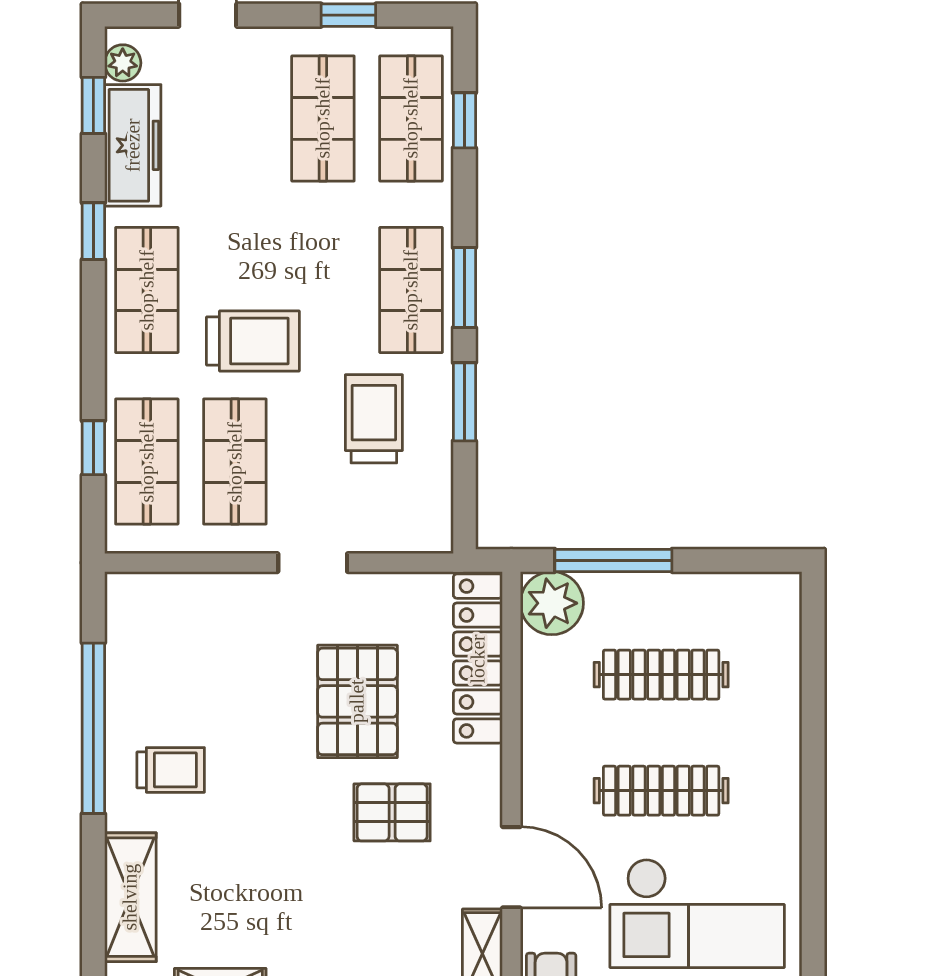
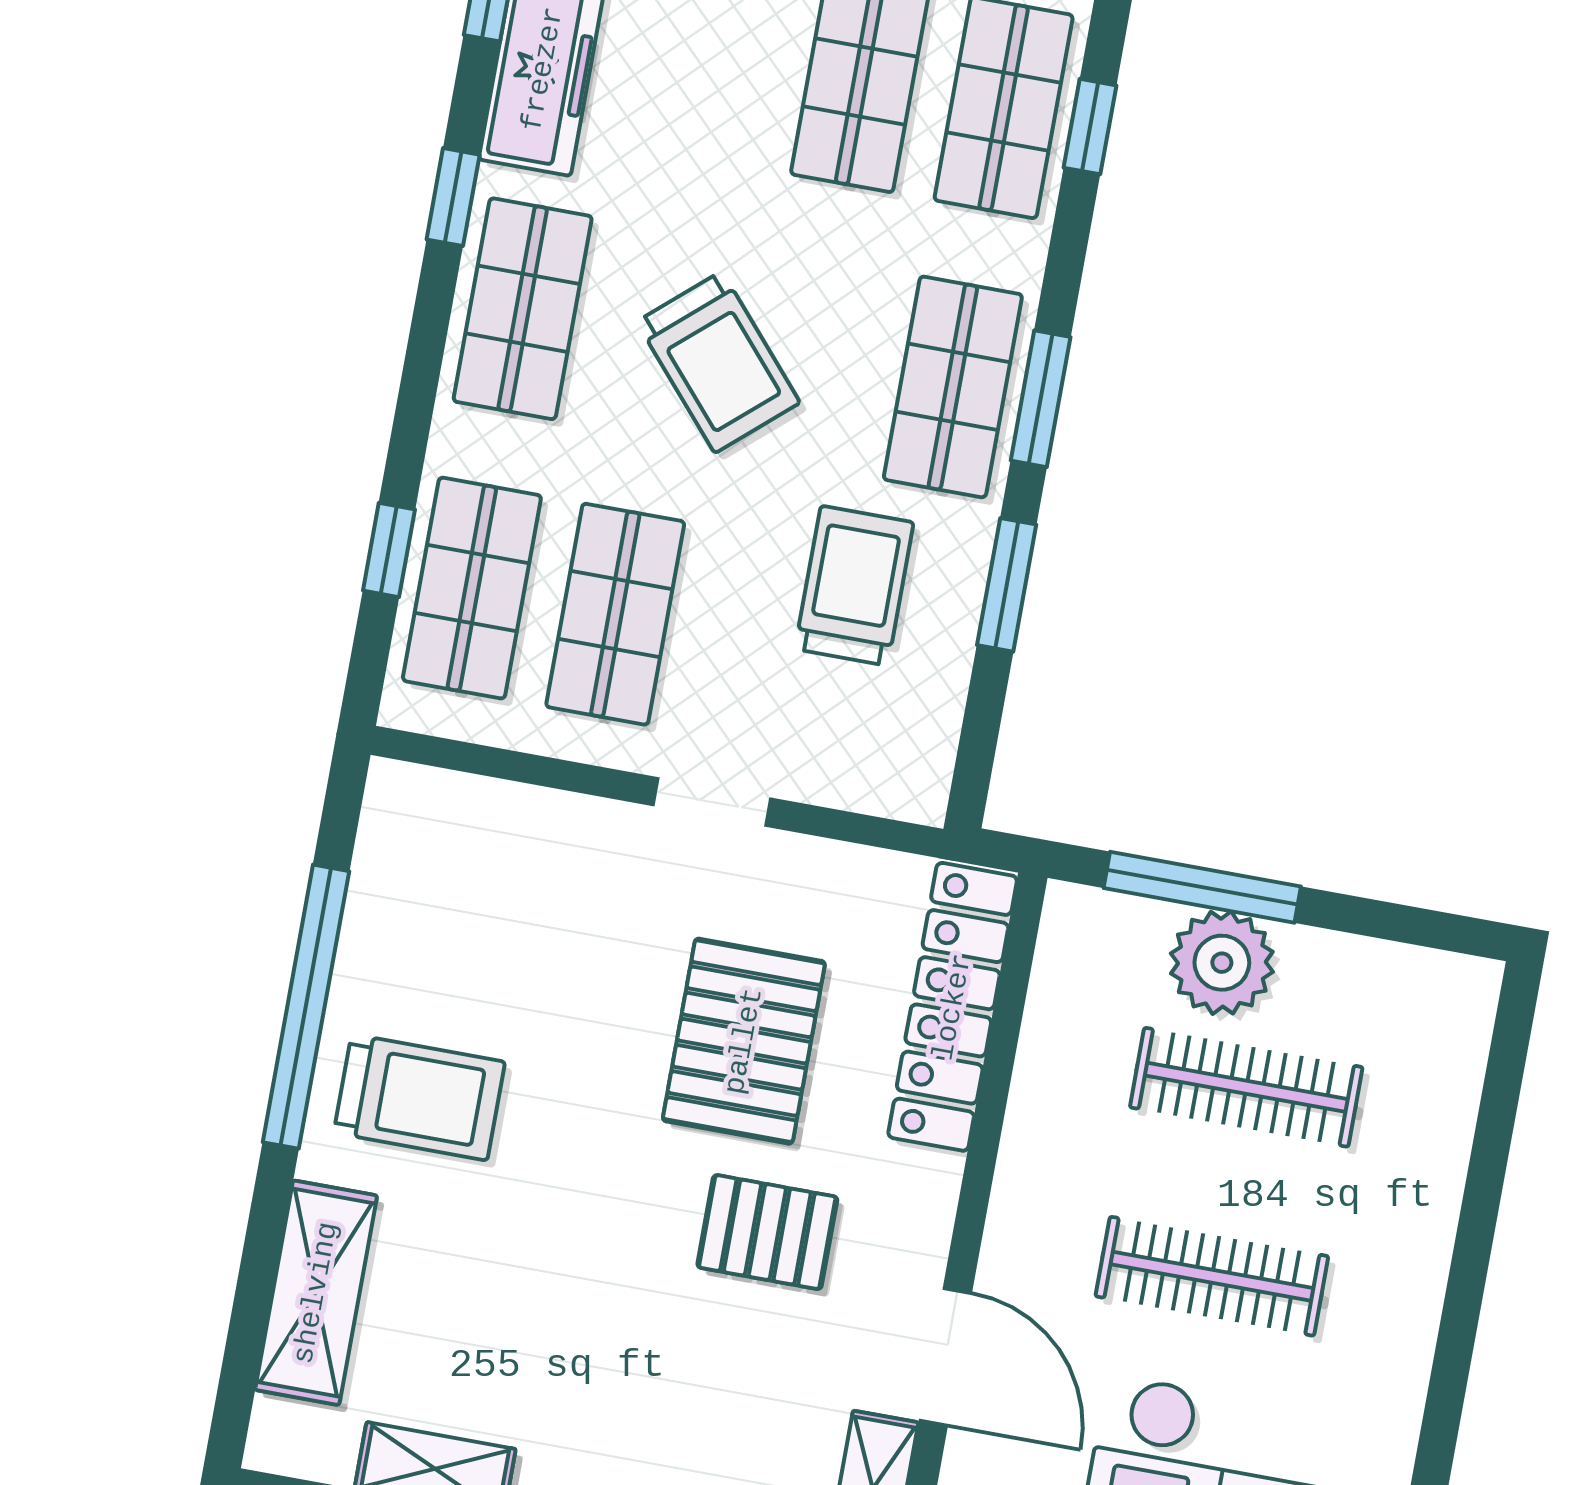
trolley: (253, 341) -> (718, 362), moved, turned 49
plant: (552, 603) -> (1222, 963), moved
trolley: (171, 770) -> (419, 1097), width x1.36, depth x1.39

